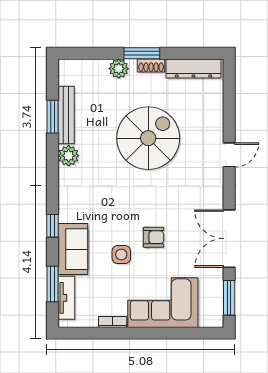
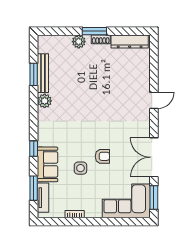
spiral stairs: (148, 138) -> (99, 89), removed
corner sofa: (163, 303) -> (126, 201), moved

